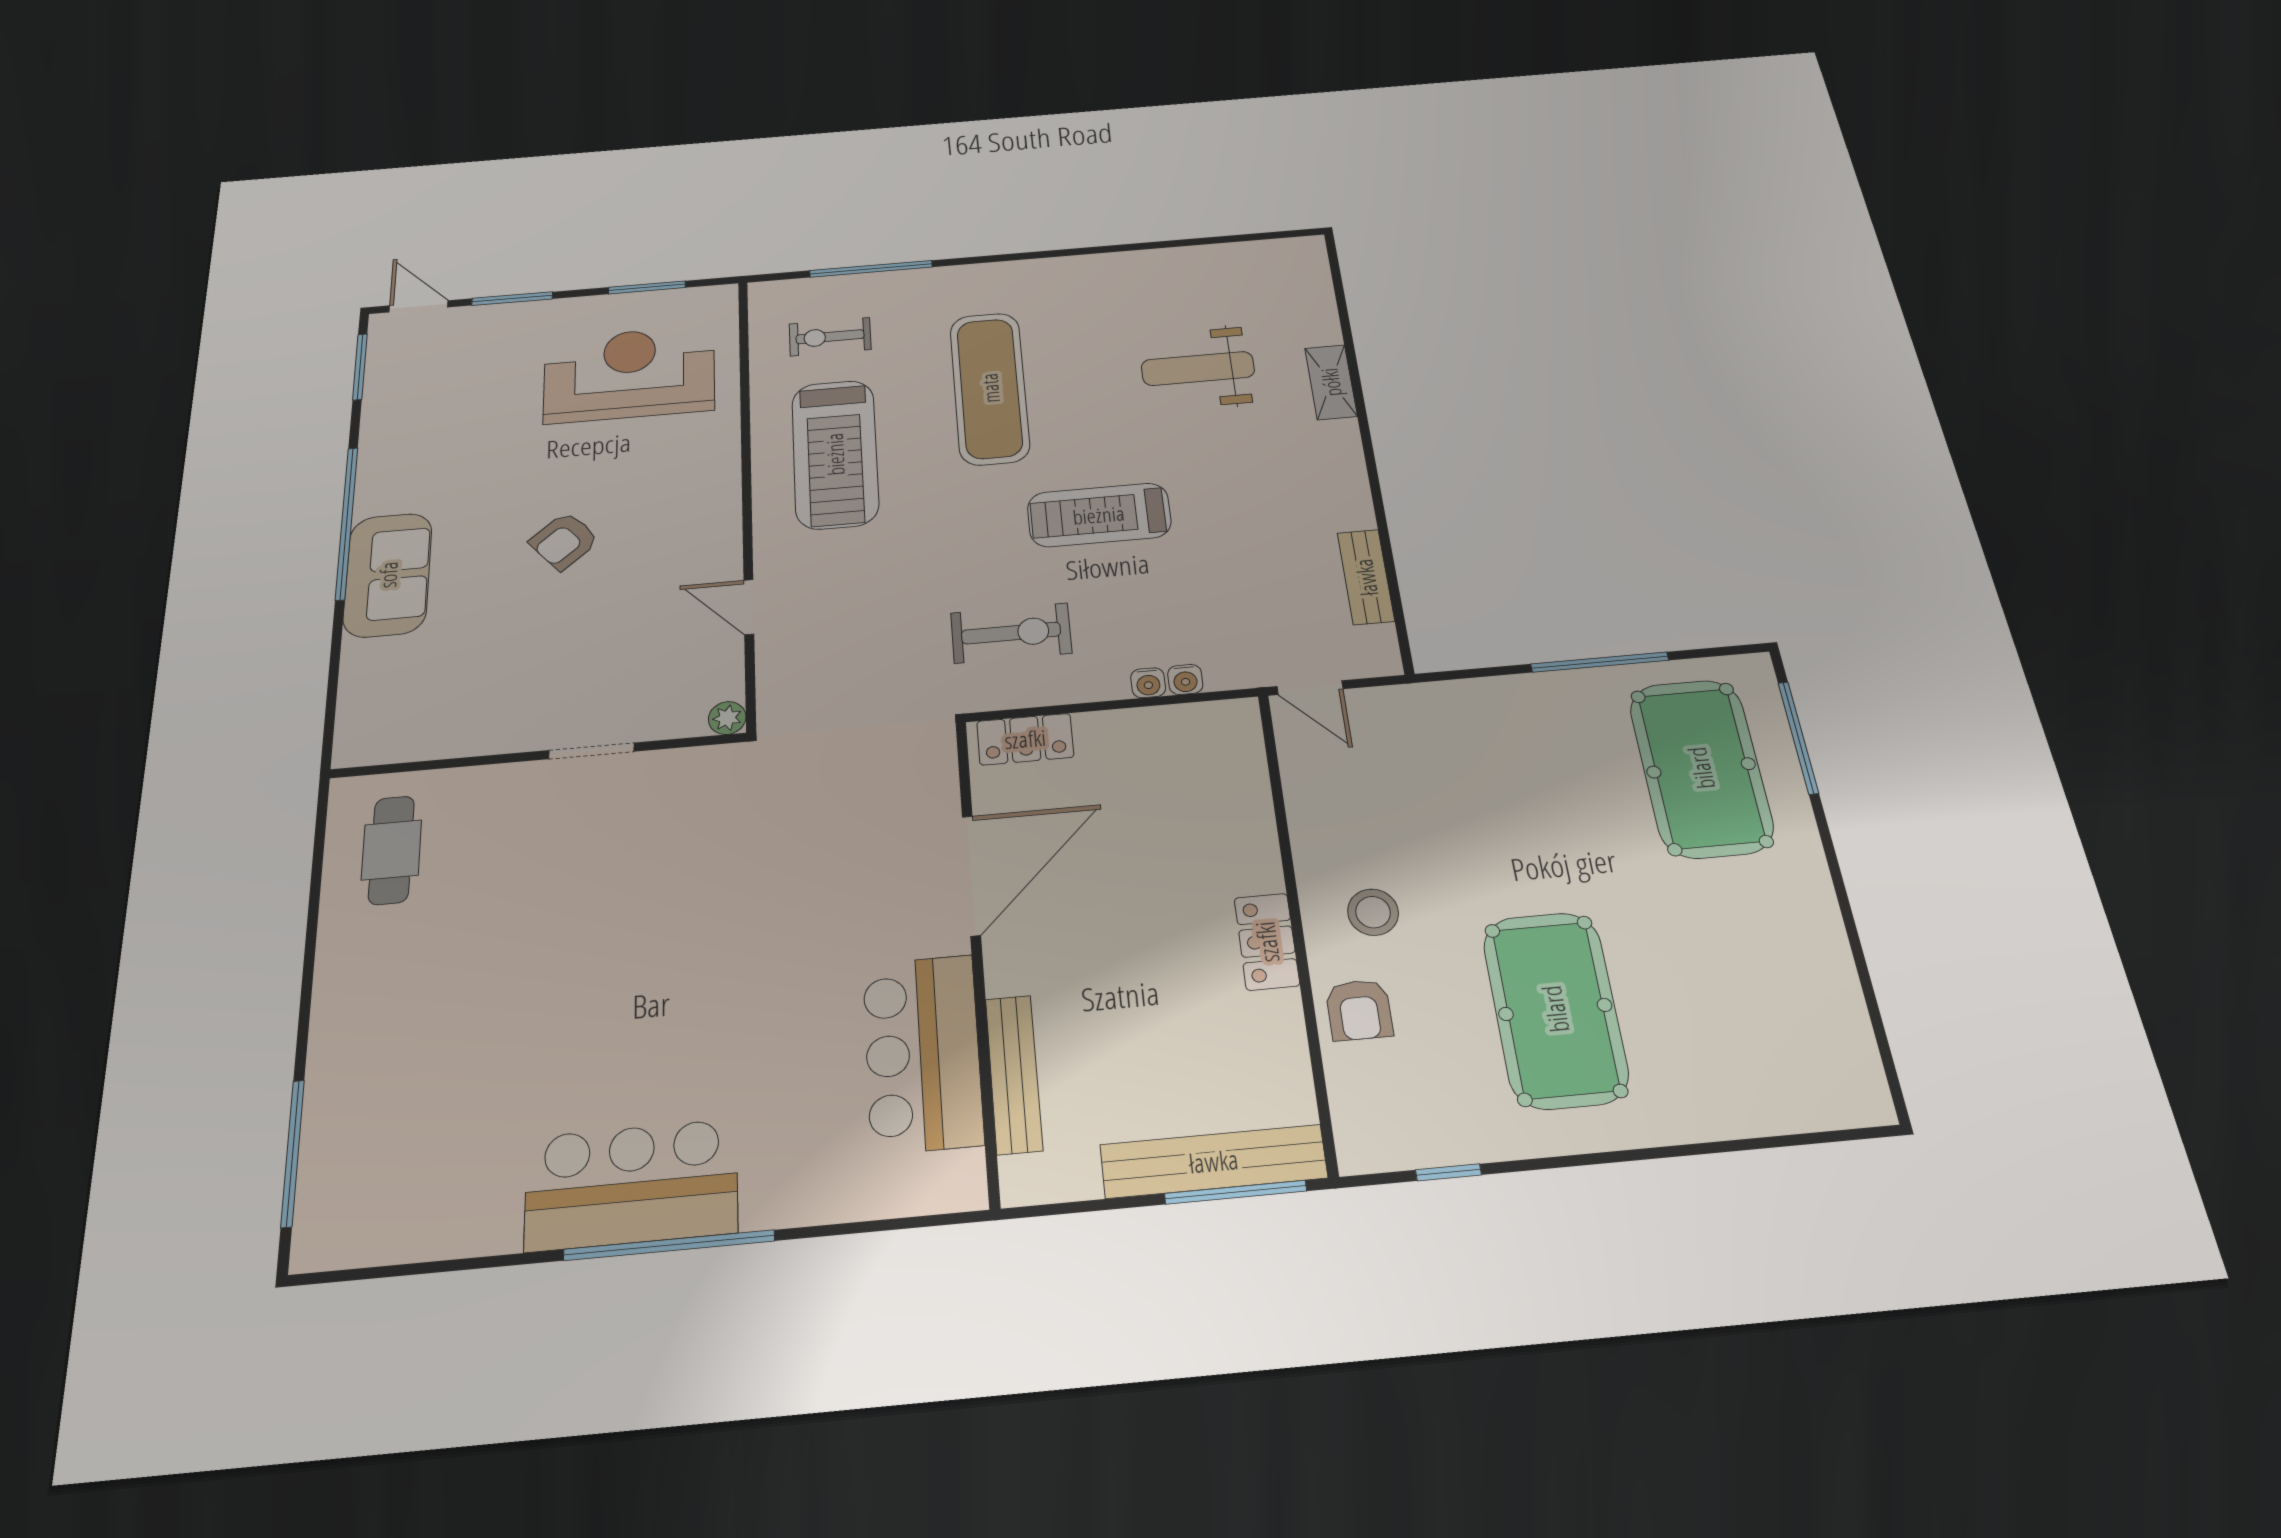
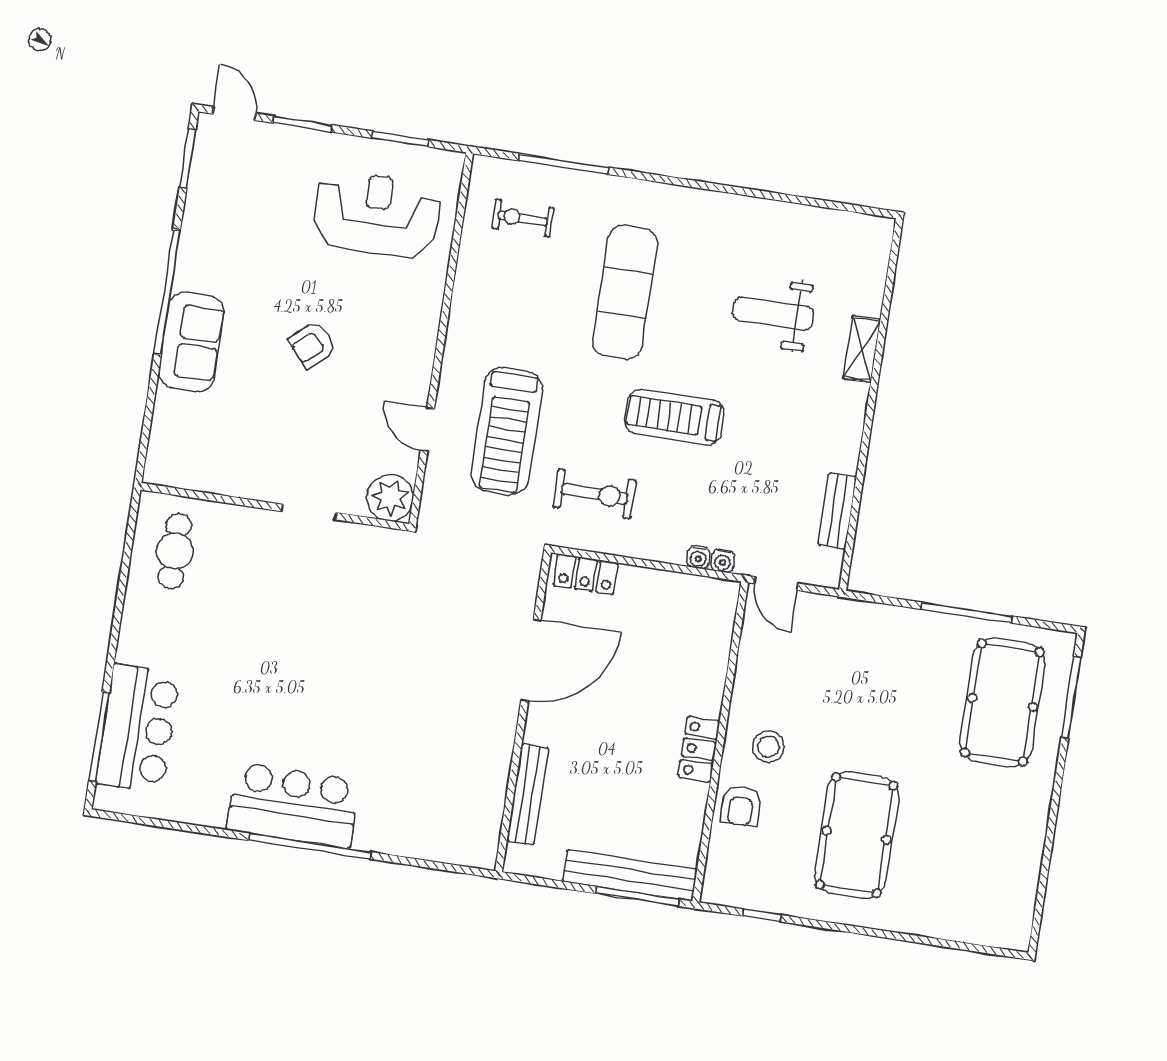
treadmill: (835, 454) -> (507, 431), moved
water cooler: (1148, 683) -> (723, 561), moved
plant: (727, 718) -> (390, 498), width x1.88, depth x1.88
bar counter: (923, 1053) -> (138, 728), moved, turned 180

